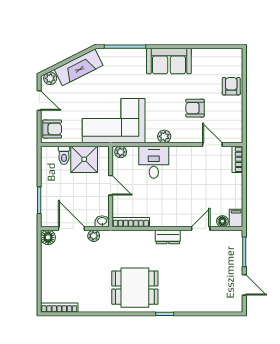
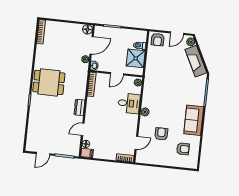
armchair: (231, 86) -> (183, 149), moved
corner sofa: (114, 121) -> (159, 80), removed
door: (201, 228) -> (83, 129), swing flipped
dining table: (135, 288) -> (49, 82), turned 90

